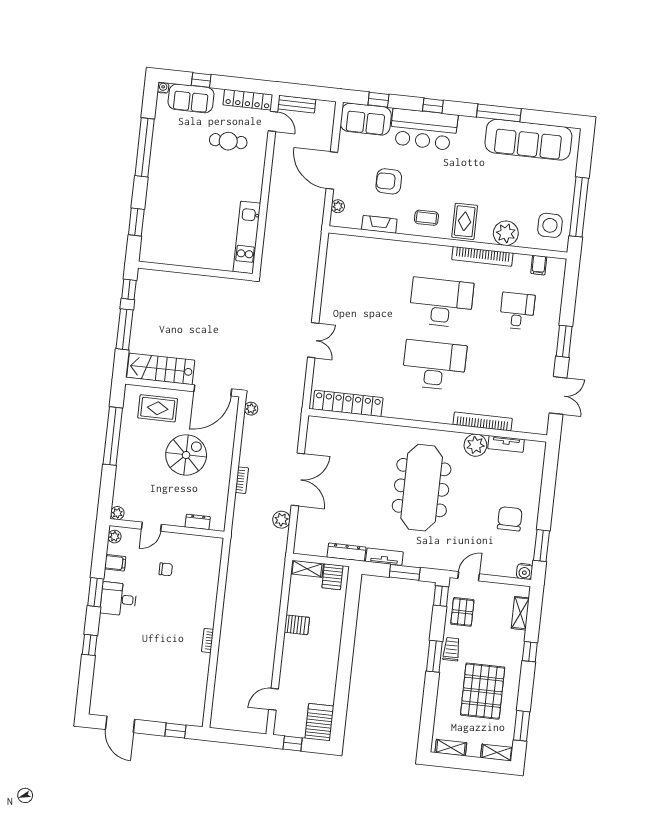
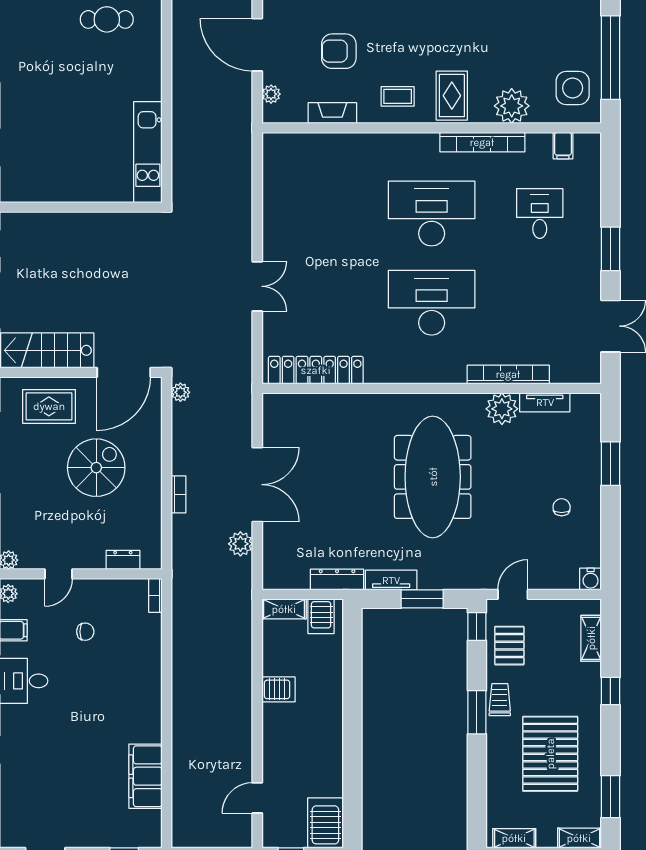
chair: (510, 519) -> (562, 507), width x0.54, depth x0.54
window: (542, 546) -> (610, 464), moved
bookcase: (208, 641) -> (155, 595), moved
filing cabinet: (197, 675) -> (145, 776), added

